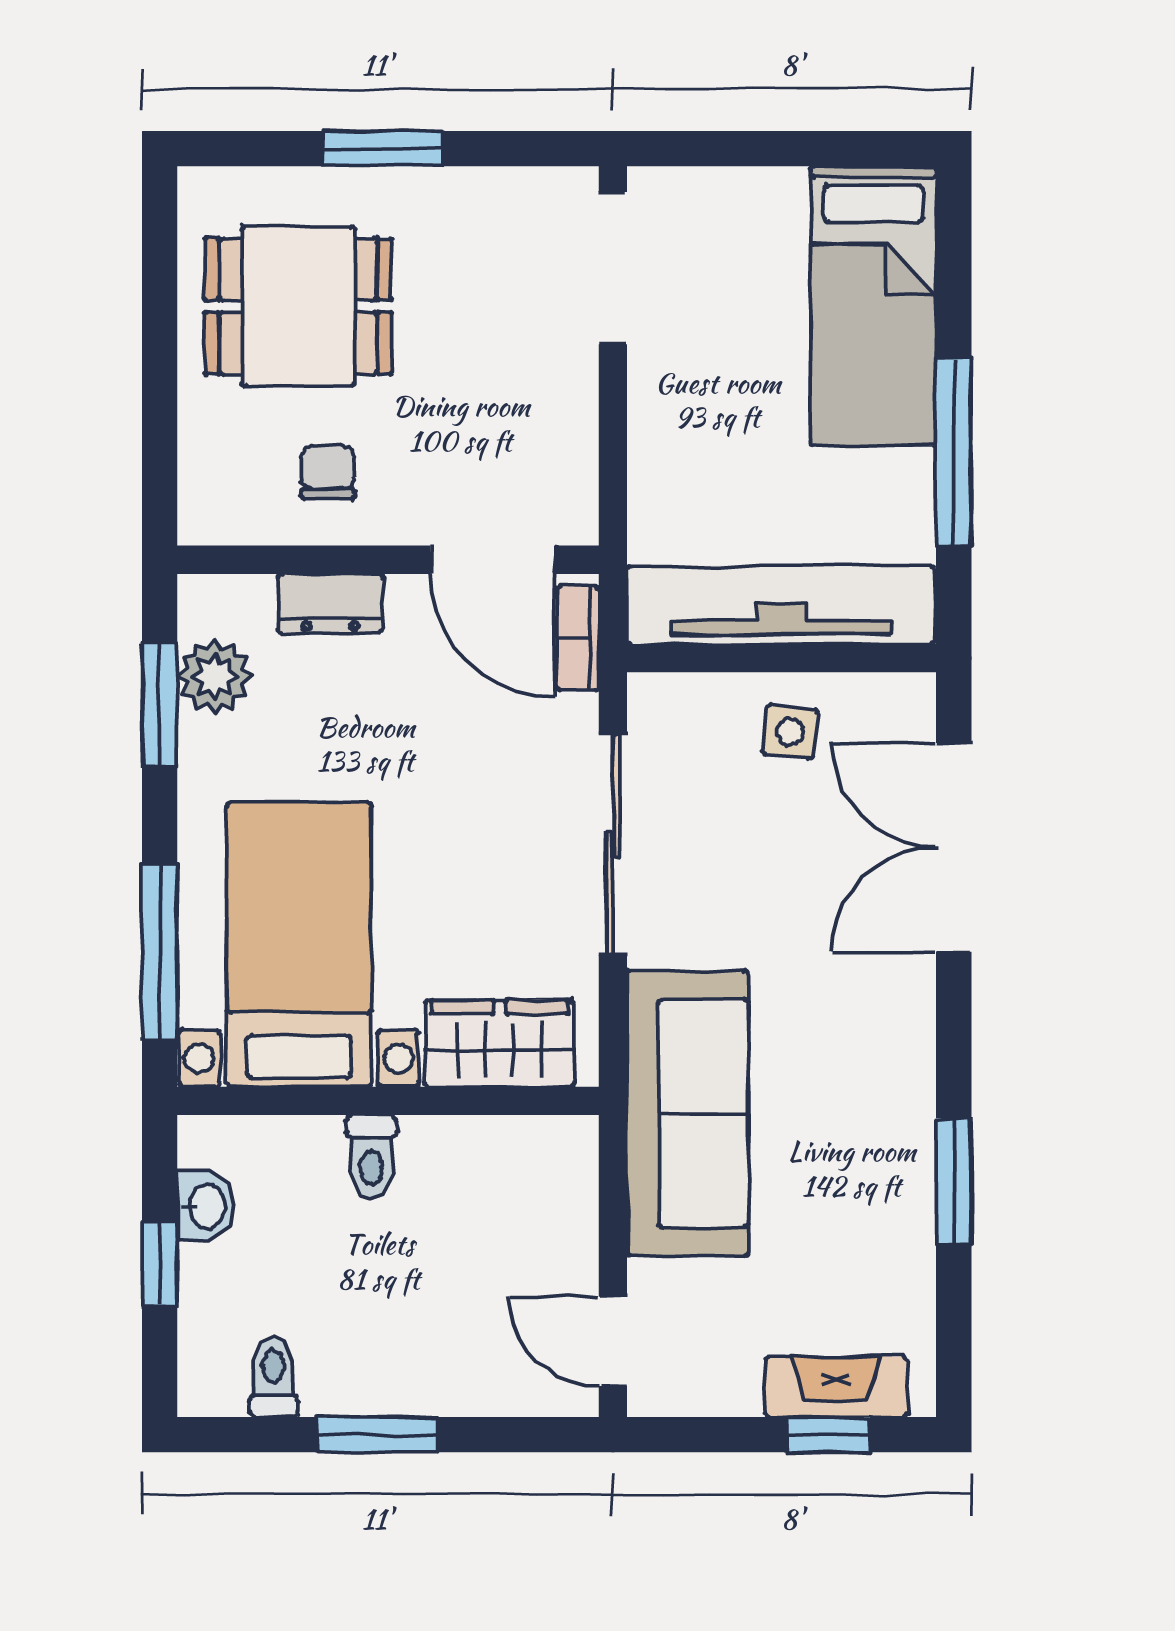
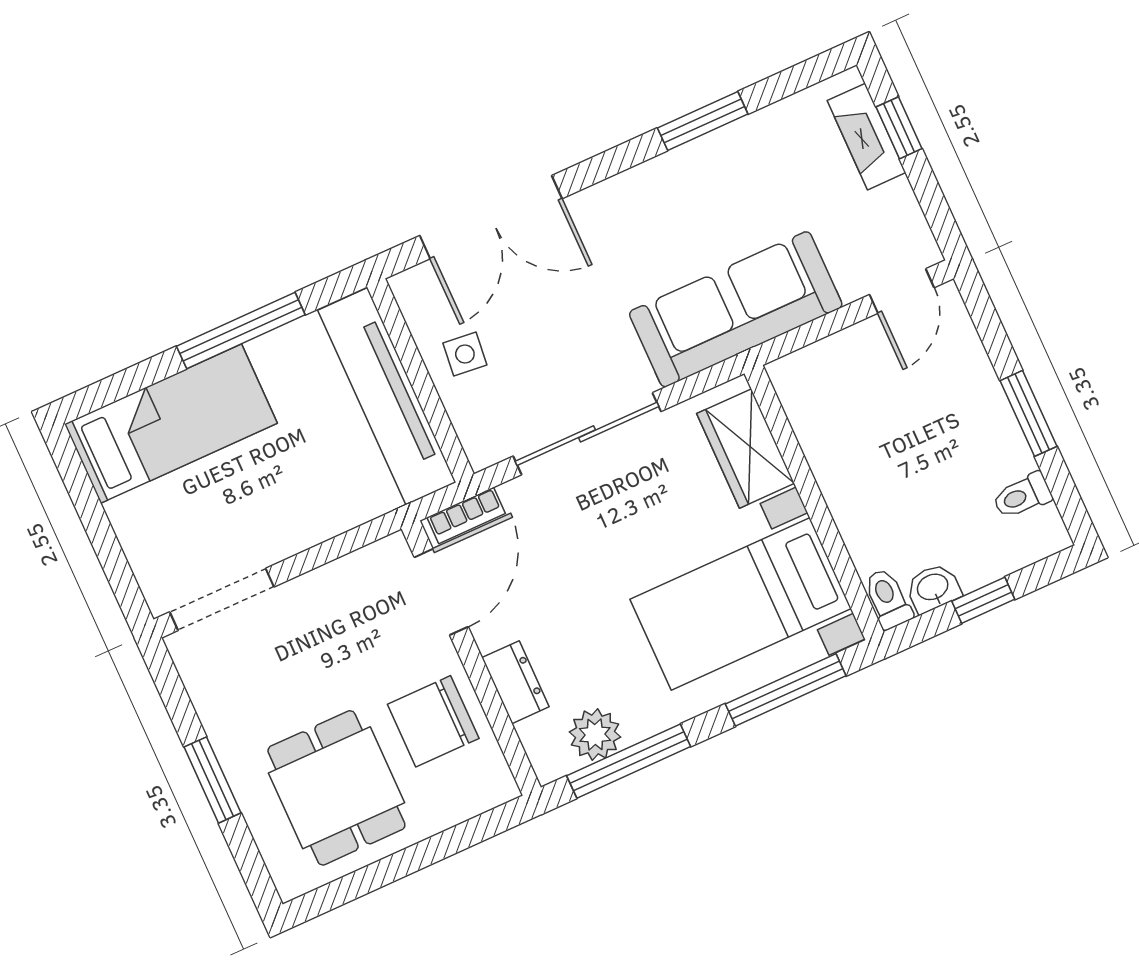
chair: (328, 472) -> (433, 721), width x1.87, depth x1.87
window: (160, 705) -> (629, 761), width x1.44
toilet: (371, 1156) -> (888, 599), moved, turned -90

